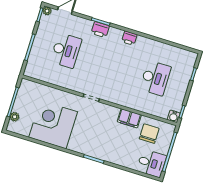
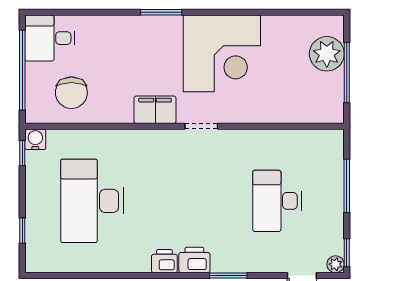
printer: (100, 30) -> (194, 260), moved
desk: (155, 78) -> (92, 201), width x1.36, depth x1.30
plant: (15, 117) -> (327, 54), width x1.88, depth x1.88
filing cabinet: (129, 118) -> (155, 110), moved
corner desk: (53, 125) -> (222, 53), moved

